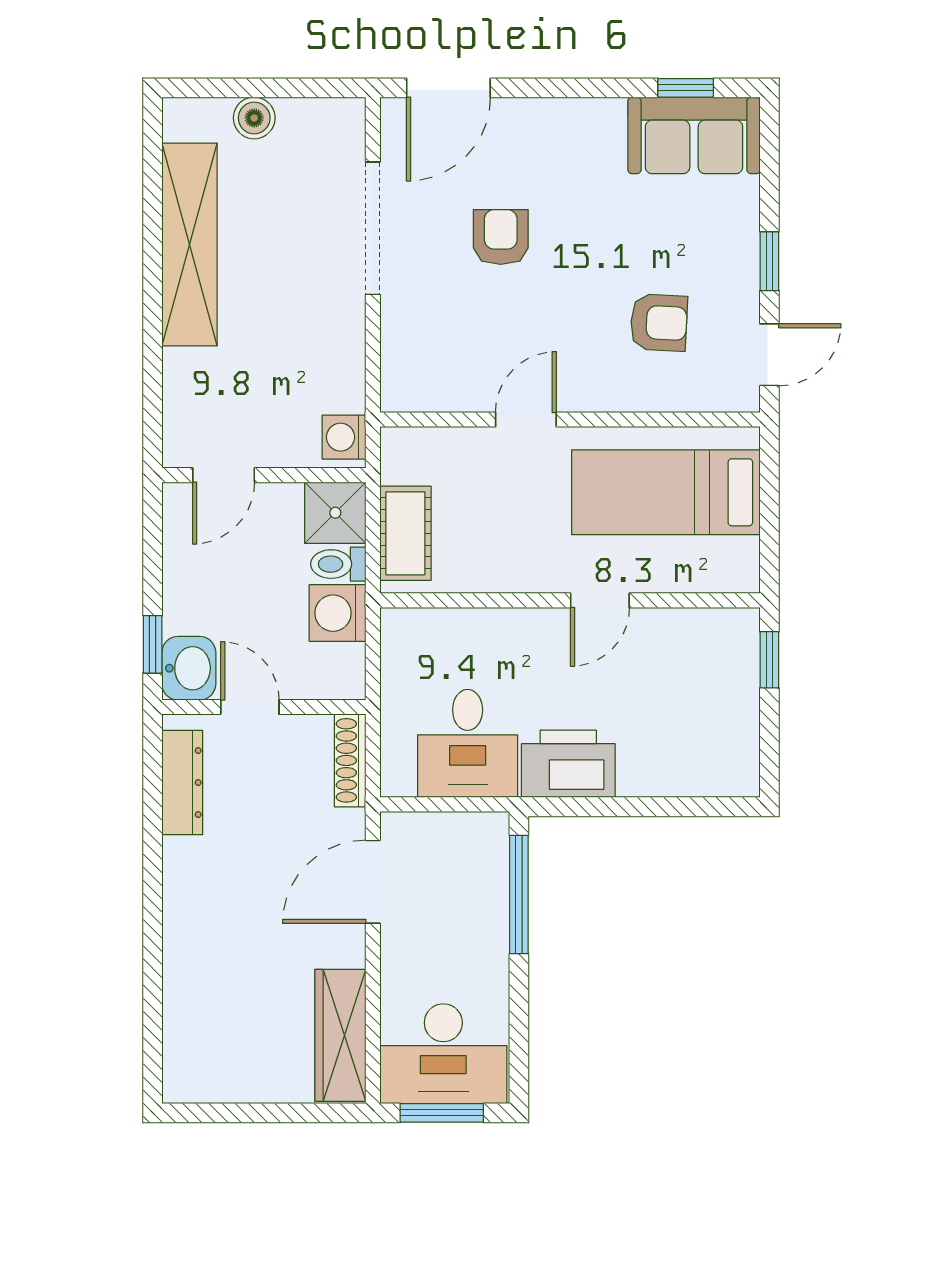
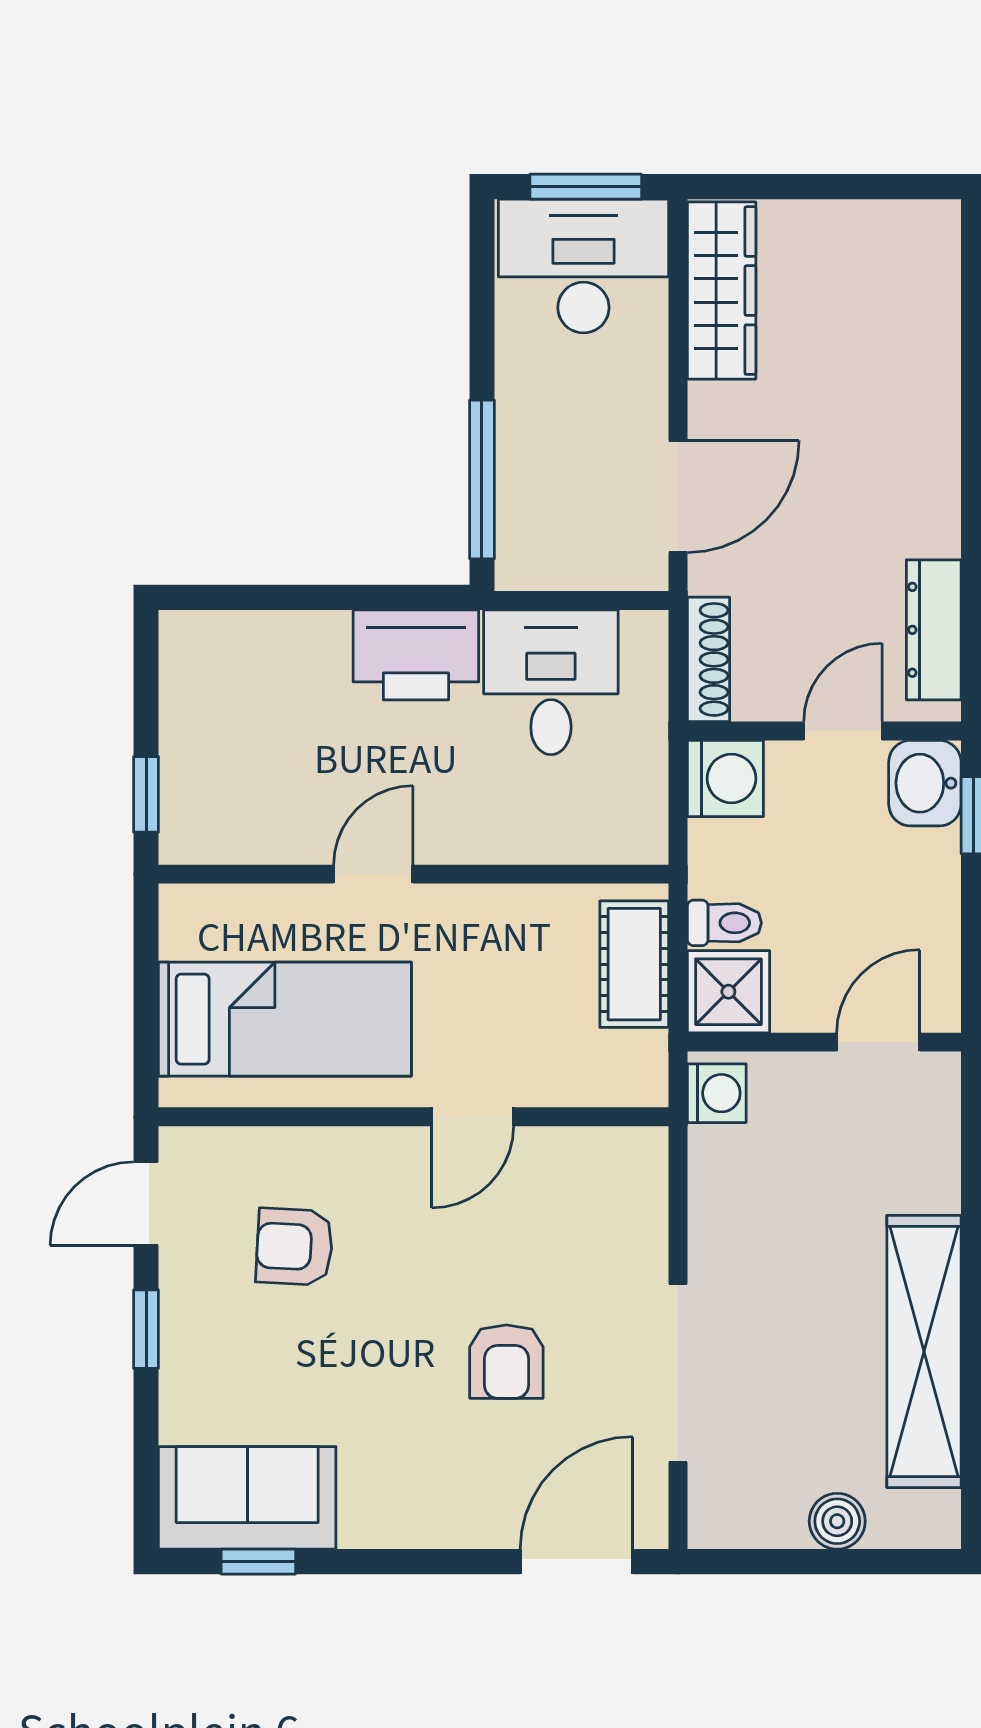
washing machine: (338, 613) -> (725, 778), moved
door: (250, 707) -> (843, 731), swing flipped

